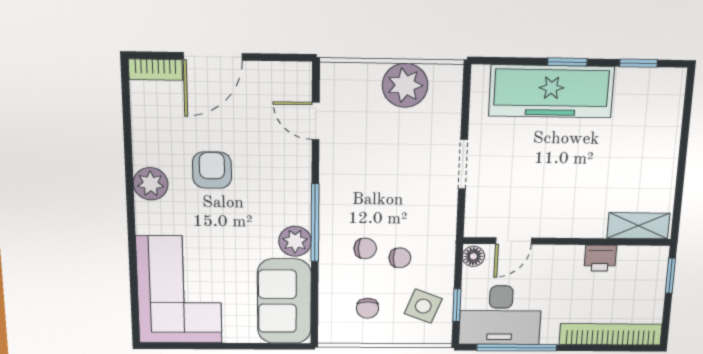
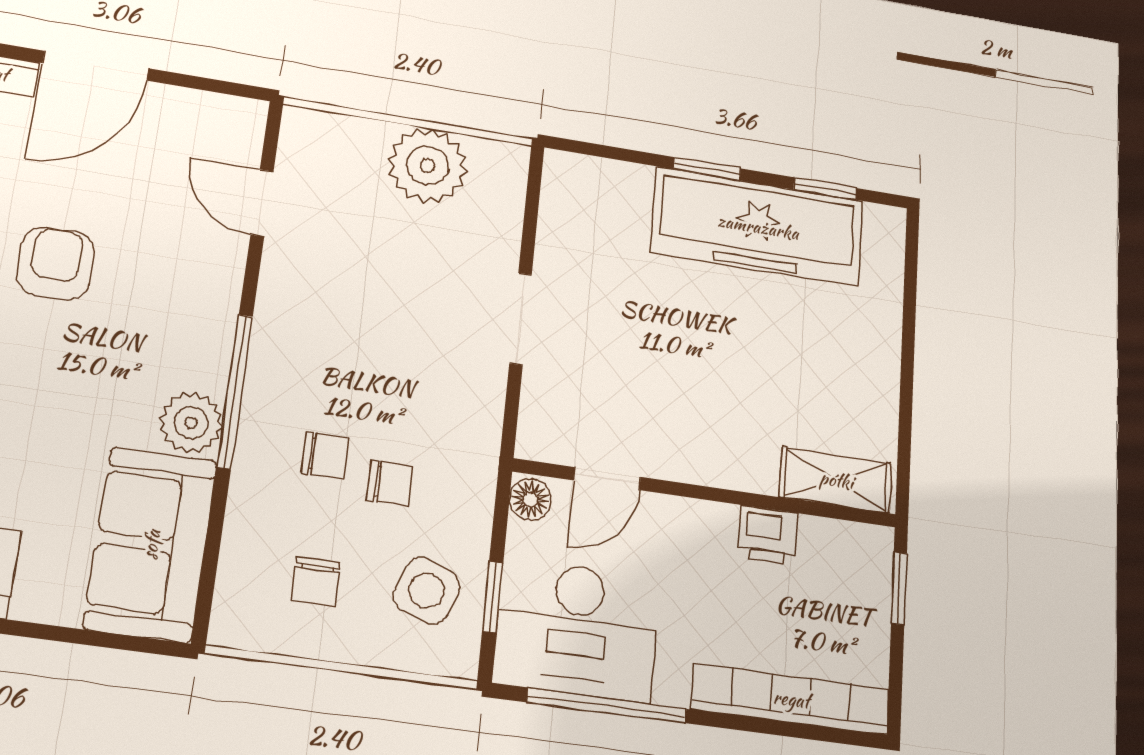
freezer: (551, 91) -> (758, 227), moved

